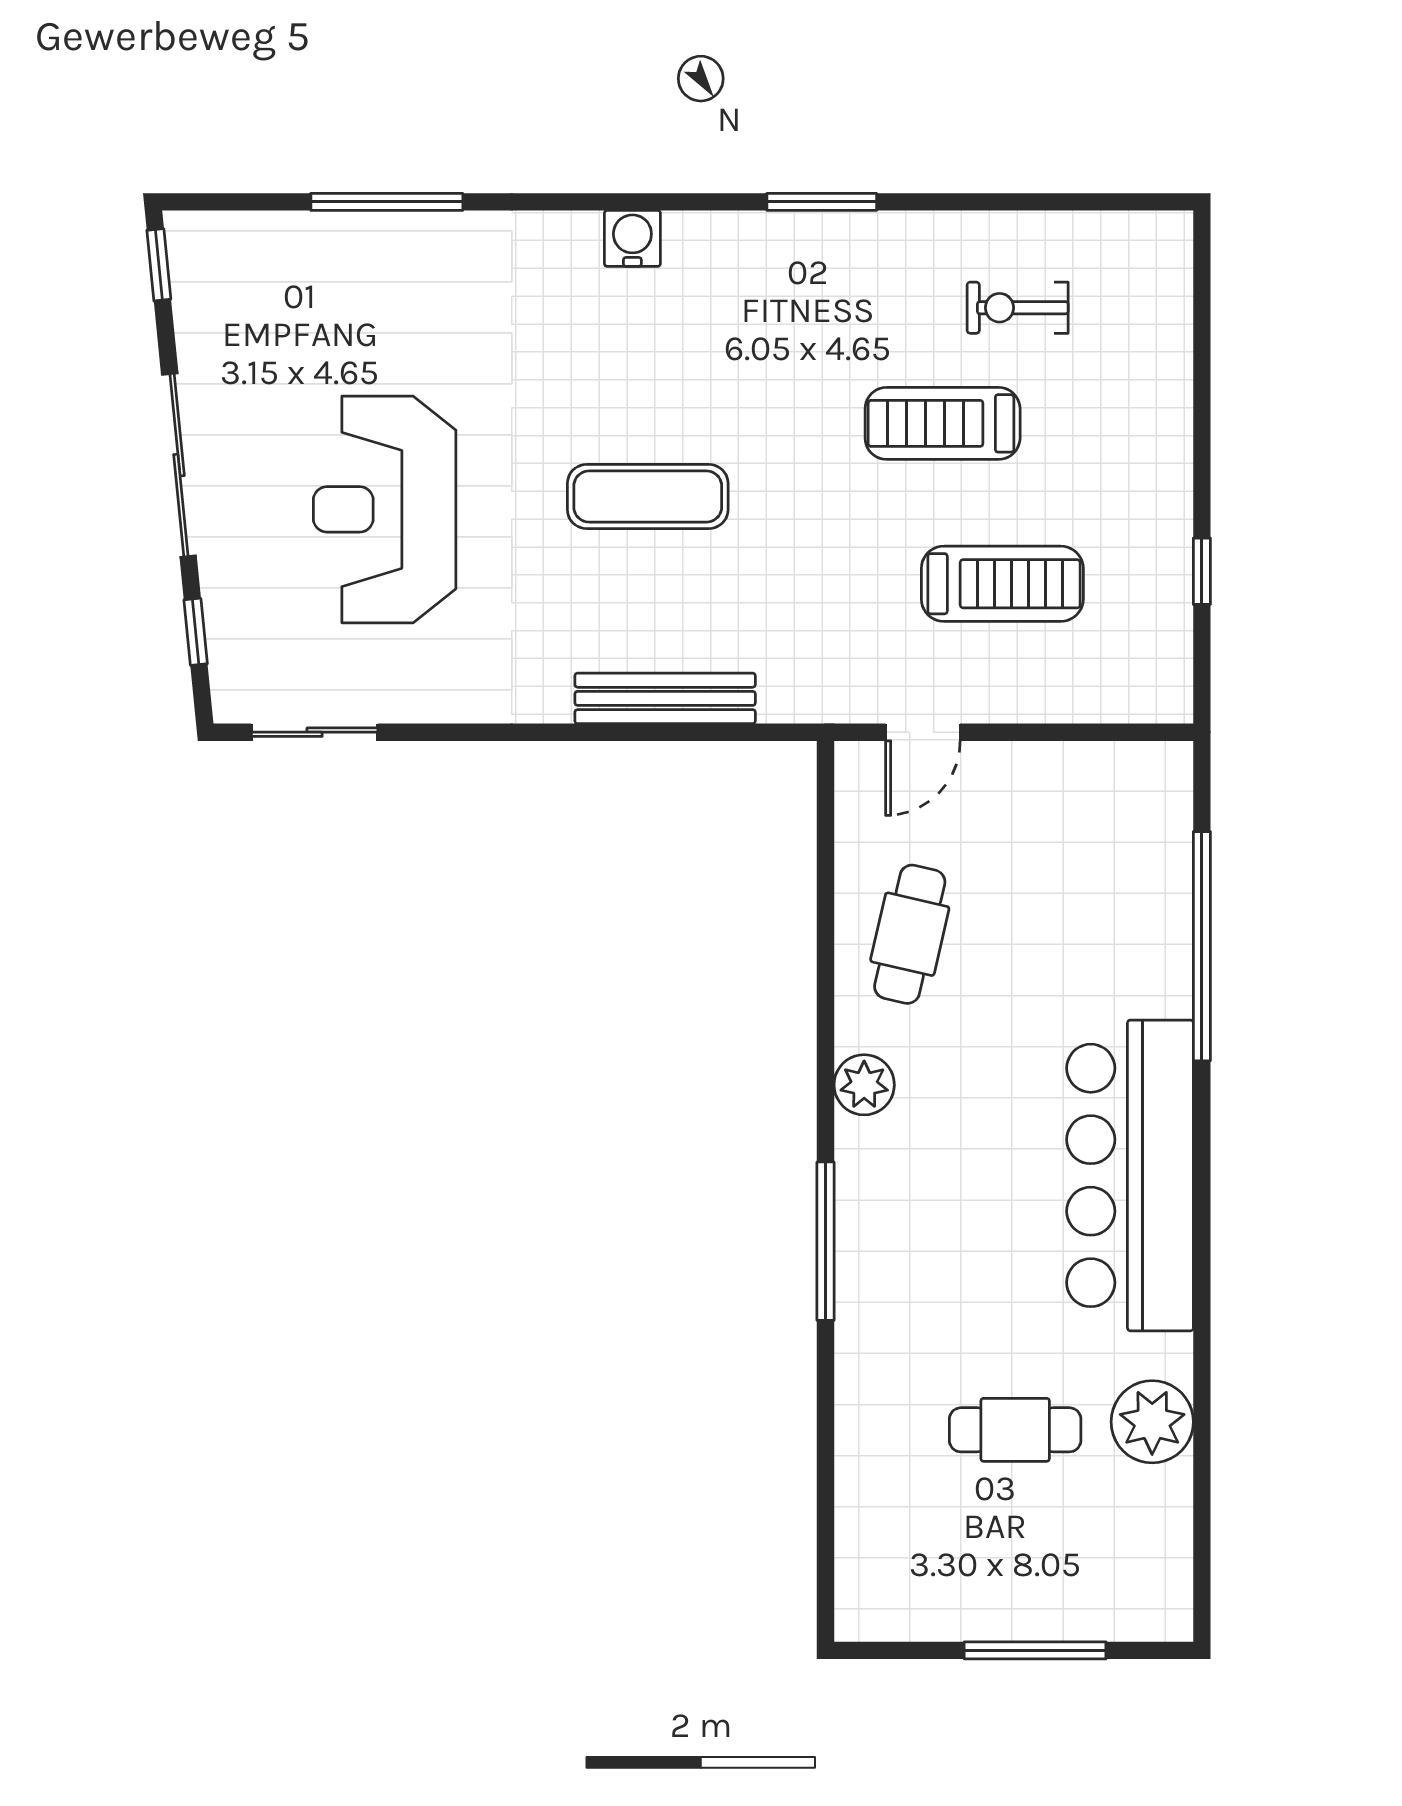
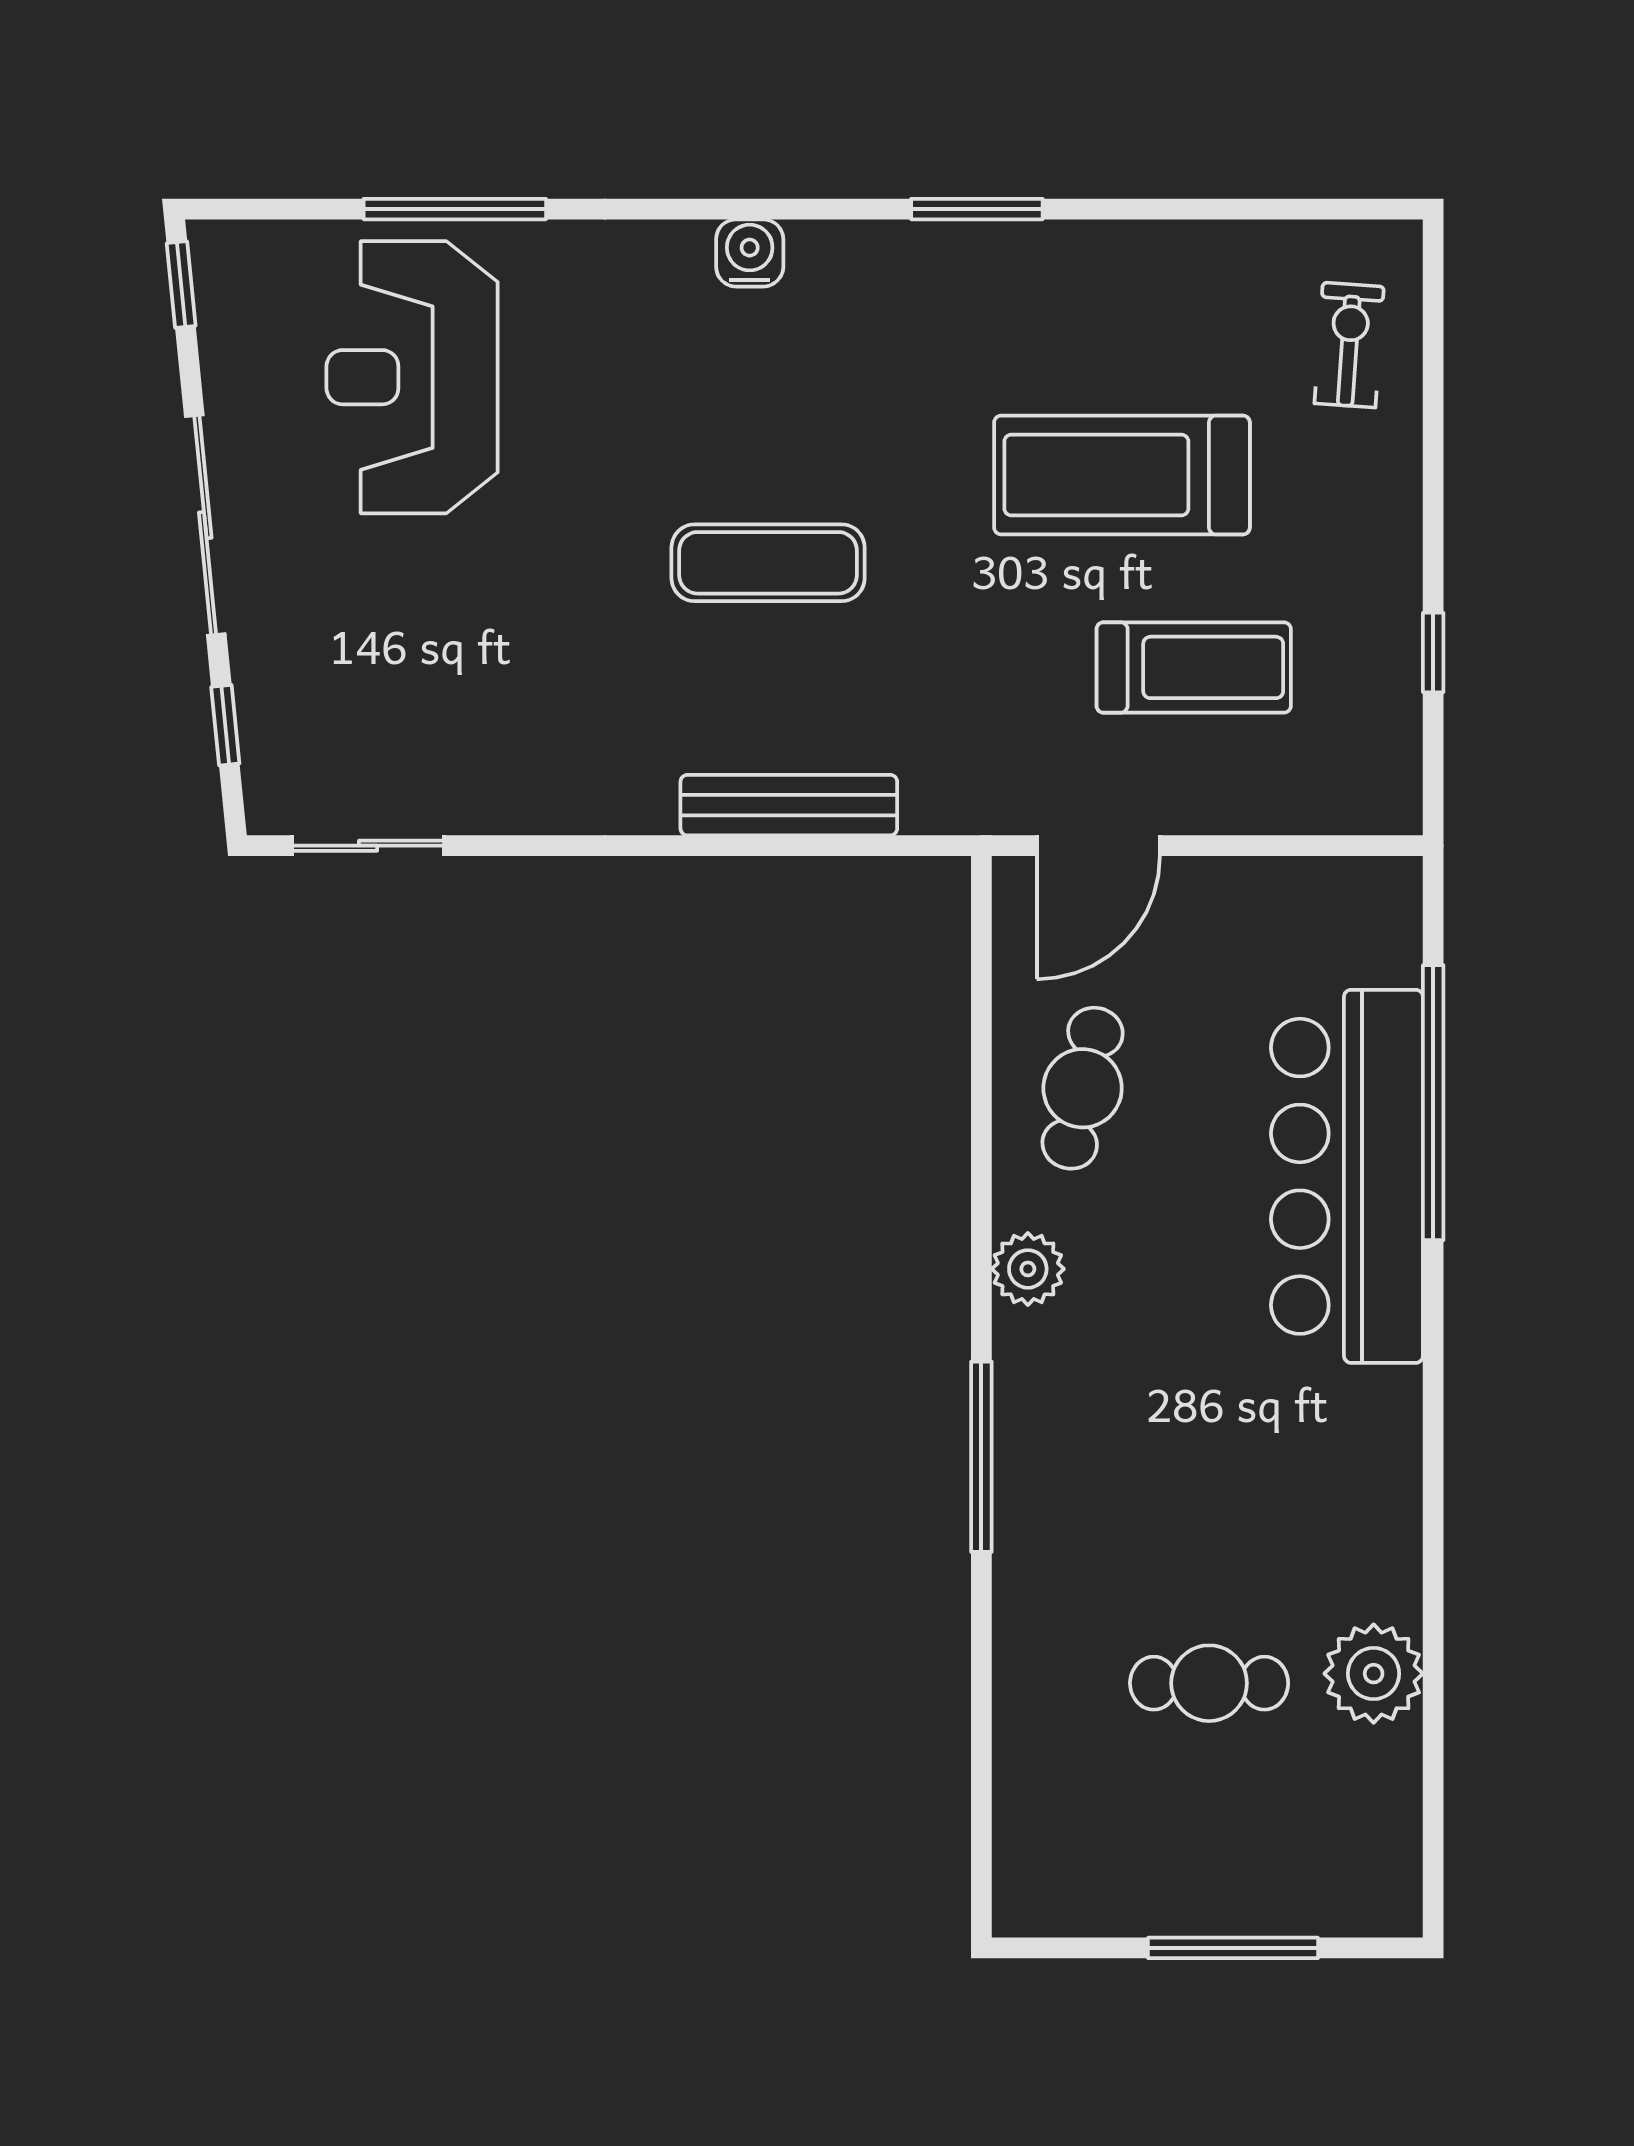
exercise bike: (1018, 308) -> (1349, 345), moved, turned 94
treadmill: (943, 423) -> (1122, 475), width x1.37, depth x1.38
reception desk: (385, 509) -> (412, 377), moved
door: (923, 732) -> (1098, 846), width x1.38
bar counter: (1130, 1175) -> (1347, 1176), moved

